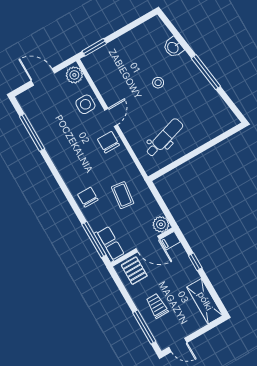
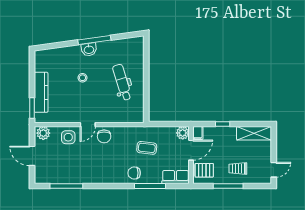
kitchen counter: (117, 47) -> (41, 92), added
washbasin: (173, 47) -> (89, 49), moved
door: (43, 77) -> (32, 156), hinge flipped
door: (111, 117) -> (88, 125), swing flipped
dental chair: (164, 138) -> (122, 82), moved
chair: (108, 142) -> (104, 136), turned -90
window: (94, 240) -> (150, 186), moved
window: (144, 327) -> (228, 186), moved

